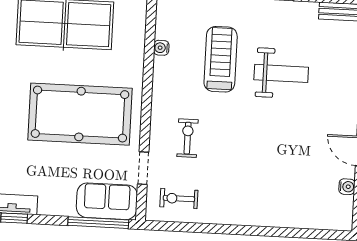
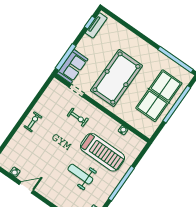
treadmill: (221, 59) -> (102, 152), width x1.37, depth x1.38
weight bench: (281, 73) -> (80, 174), turned 90
exercise bike: (179, 199) -> (33, 122), moved

